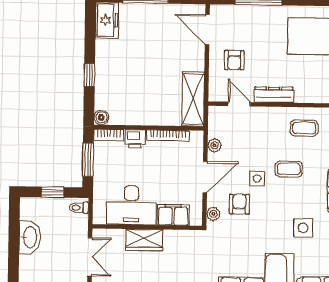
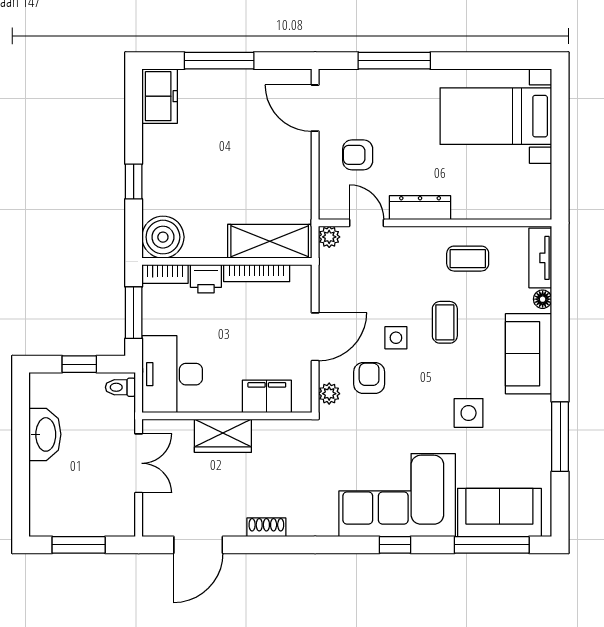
armchair: (234, 60) -> (358, 155), turned 90
shelving: (193, 99) -> (270, 241), moved, turned 90
boiler: (101, 117) -> (163, 237), width x1.86, depth x1.86
plant: (214, 145) -> (329, 237), moved
coffee table: (289, 169) -> (445, 322), turned 90
desk: (131, 205) -> (172, 374), moved, turned 90

